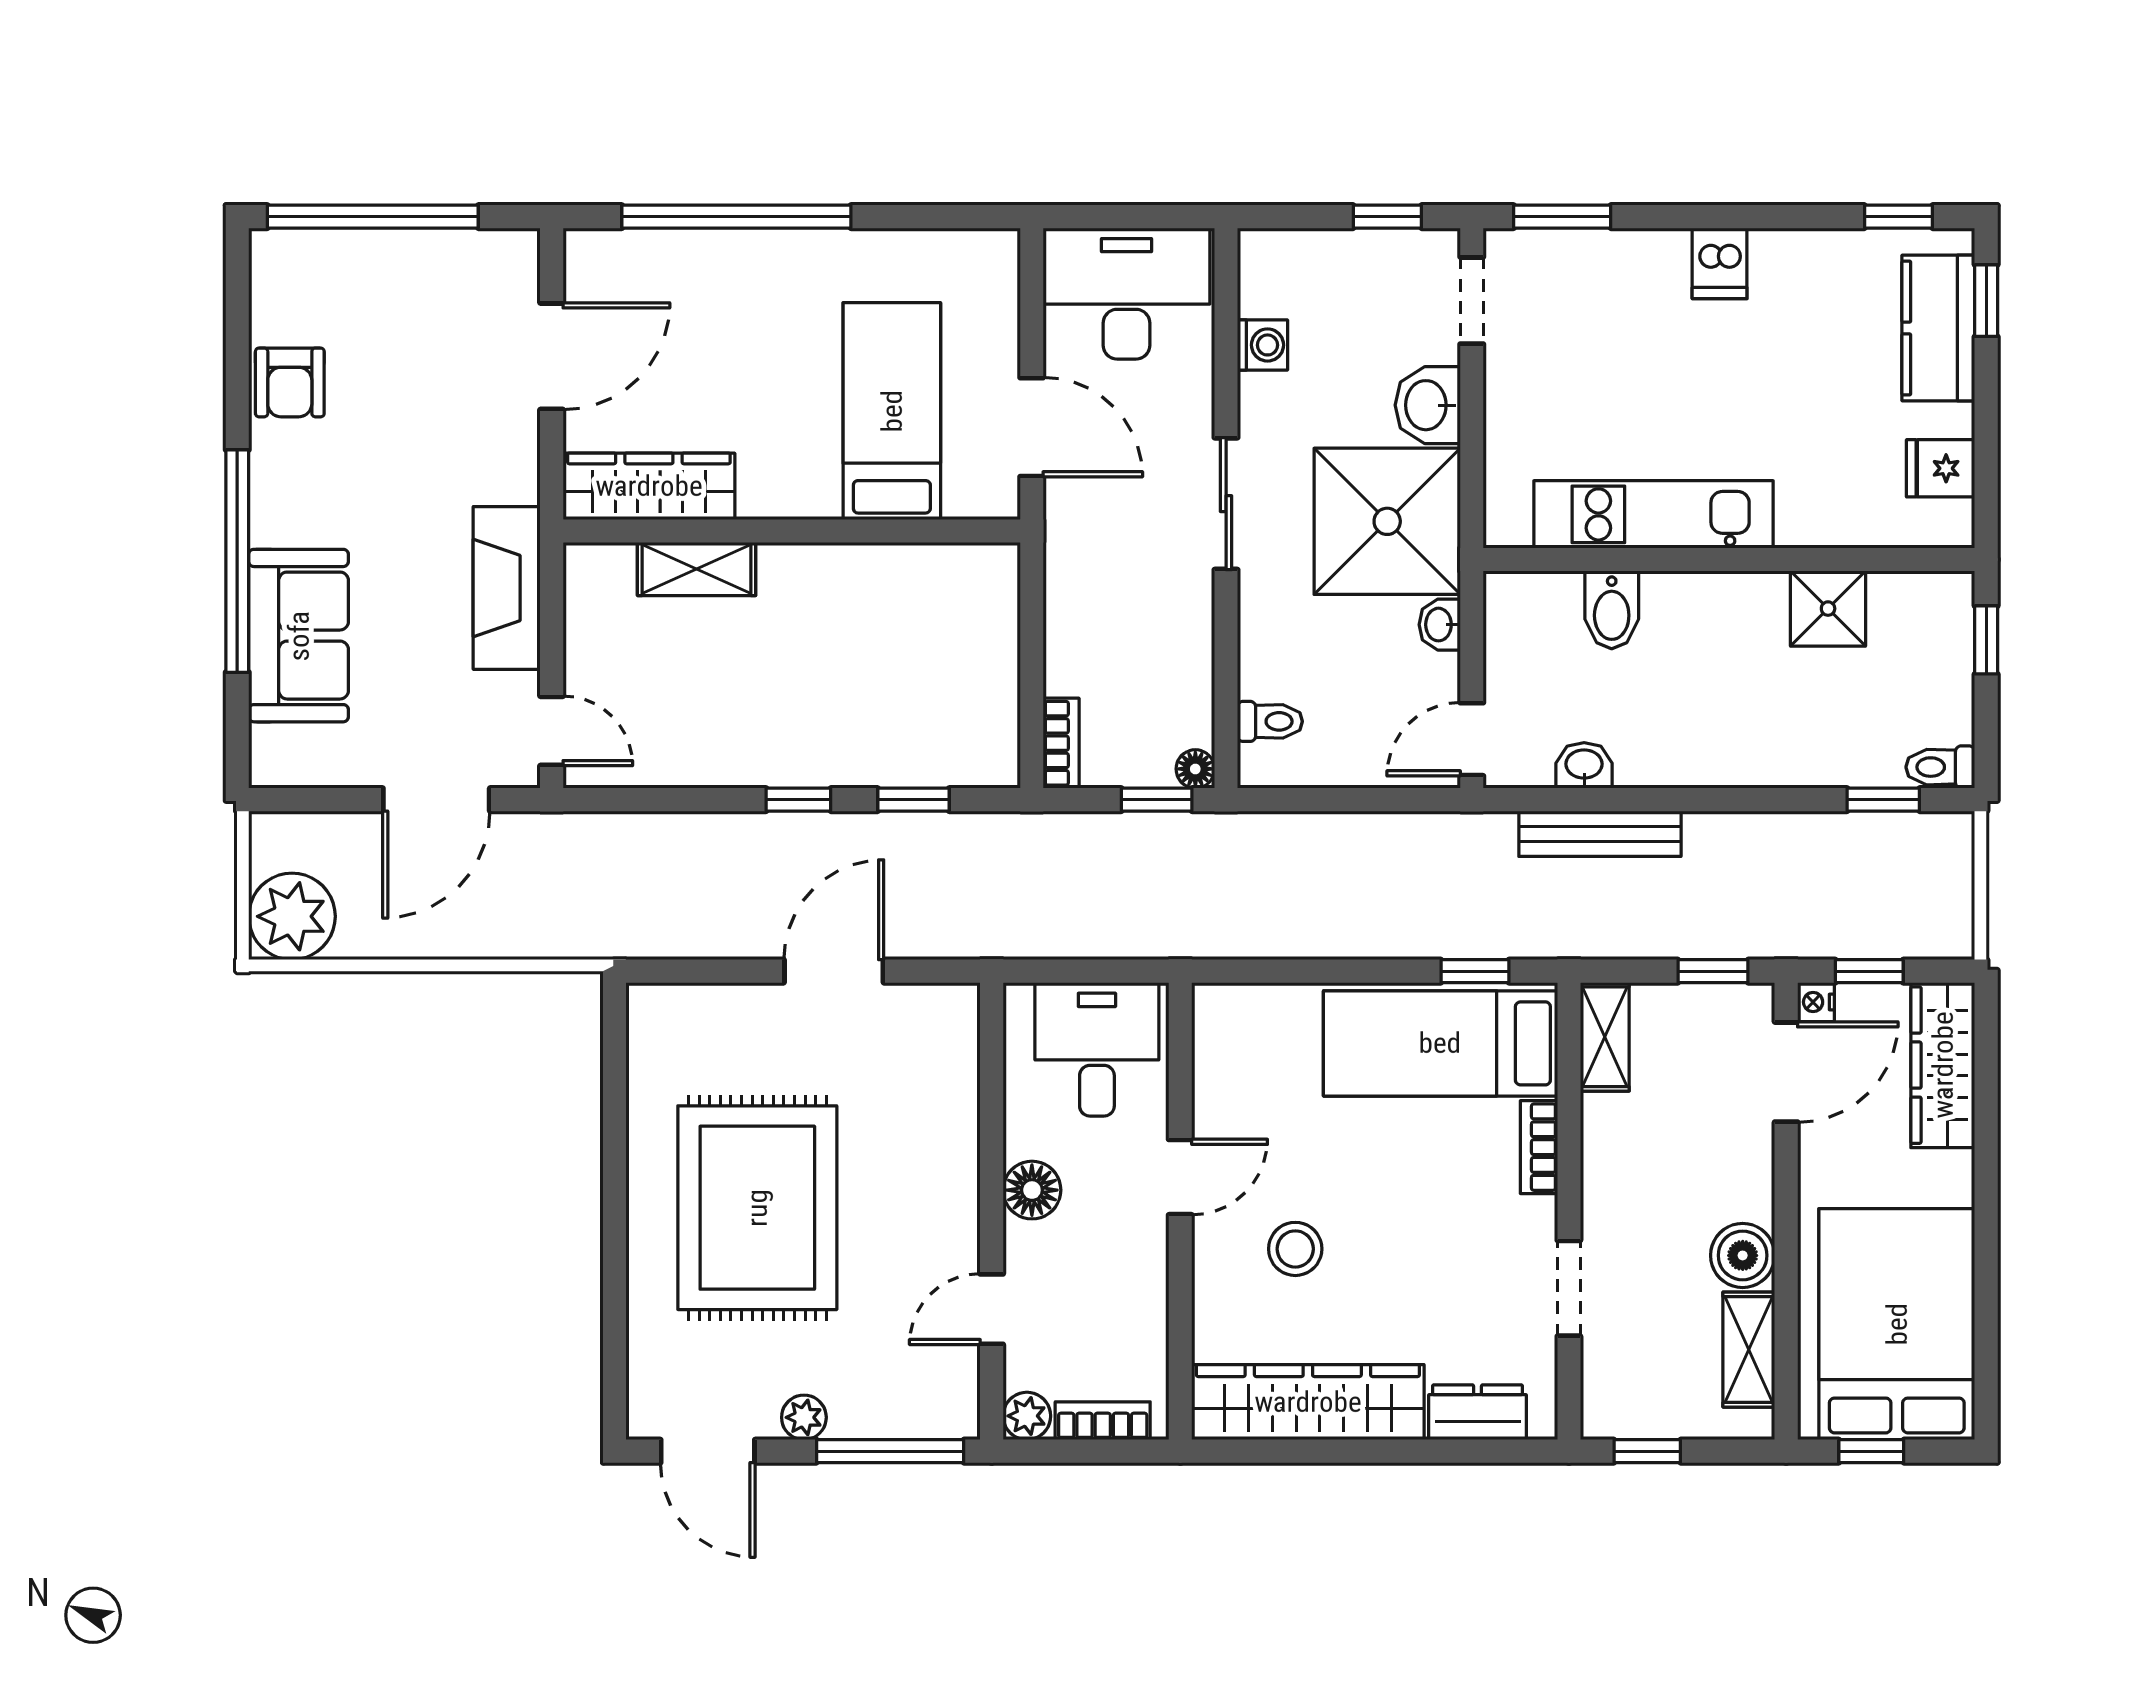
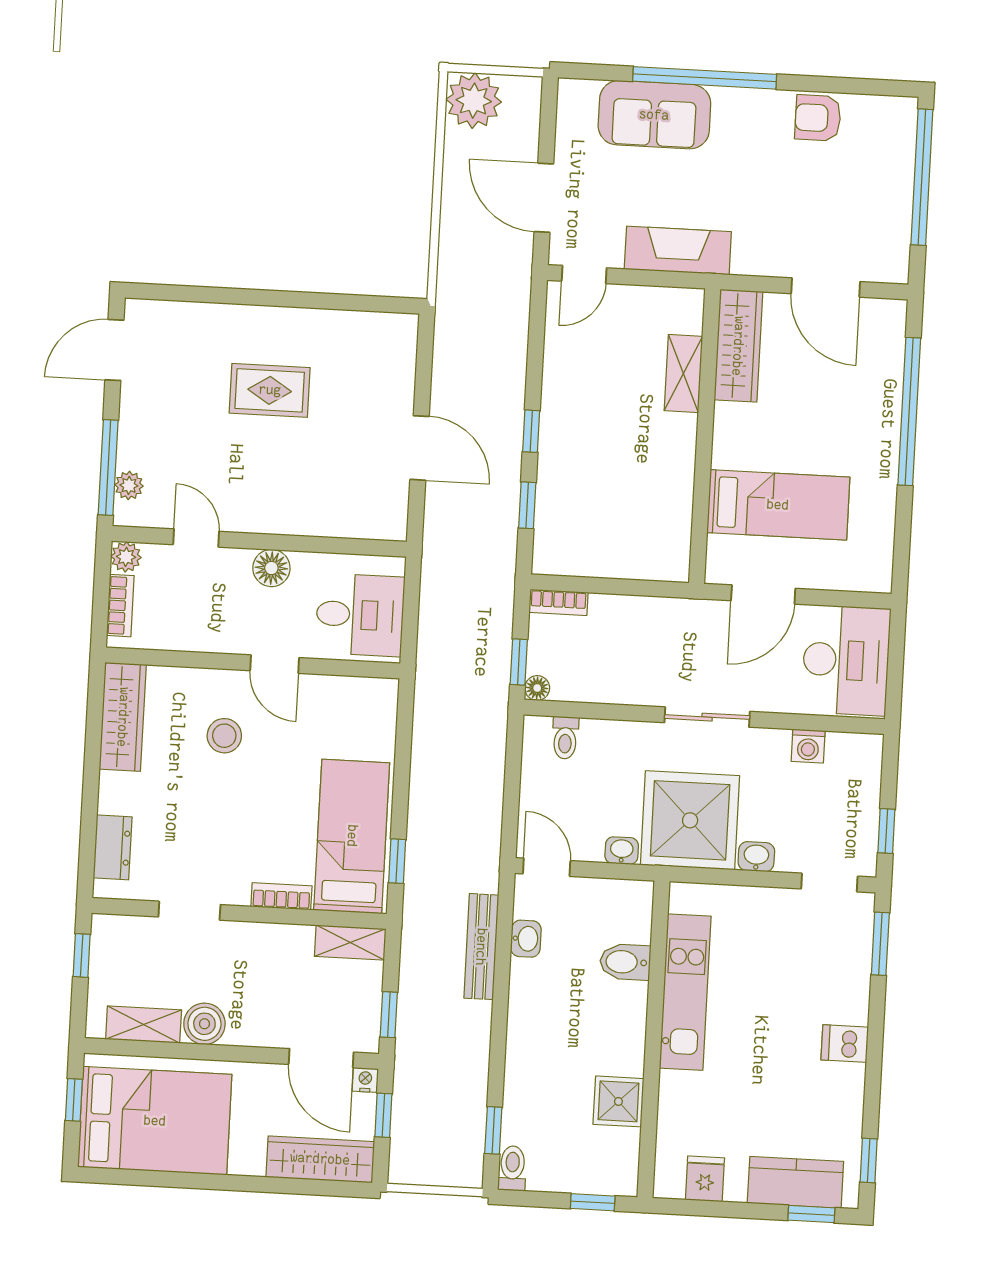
washbasin: (1428, 405) -> (756, 857), width x0.72, depth x0.69
rug: (757, 1208) -> (270, 390), width x0.54, depth x0.49
wardrobe: (1308, 1402) -> (123, 717), width x0.71, depth x0.85
plant: (804, 1417) -> (129, 485), moved

